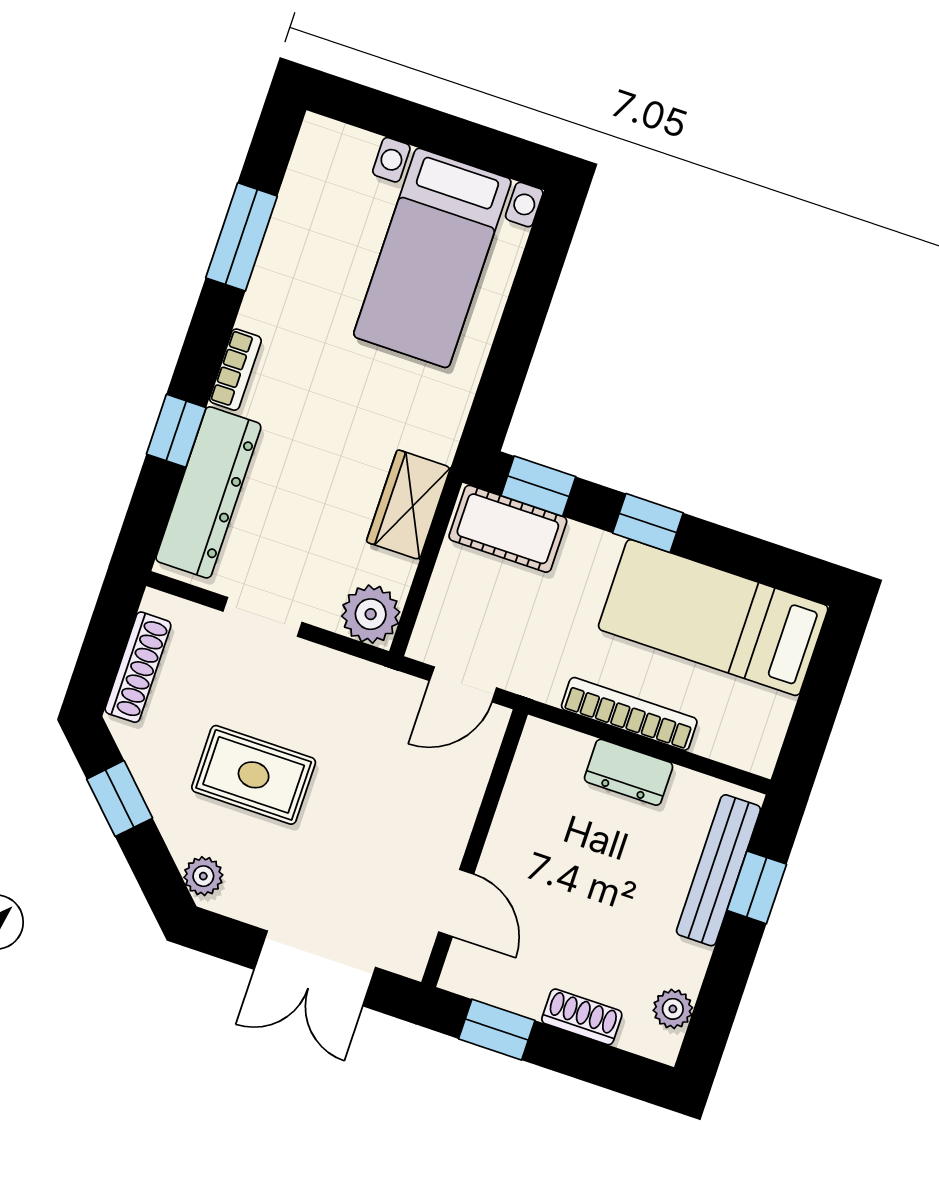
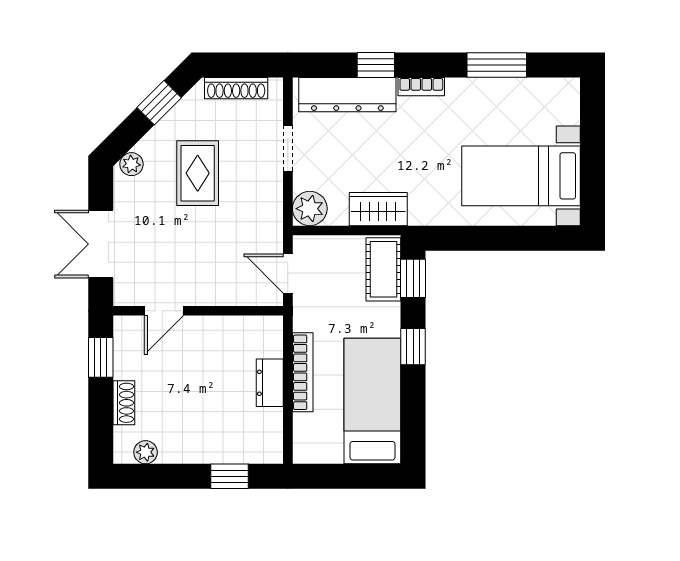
bench: (718, 870) -> (232, 452), removed

